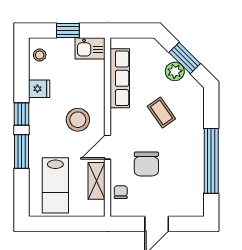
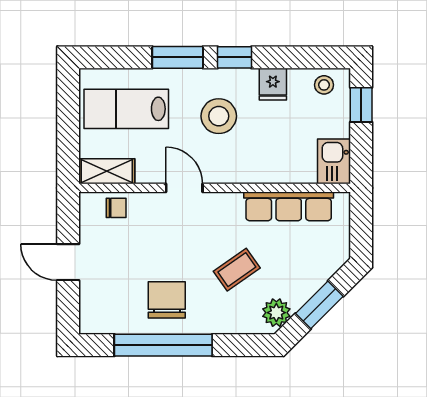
window: (68, 30) -> (361, 105), moved
plant: (175, 71) -> (276, 313), moved
stool: (78, 120) -> (219, 116), moved
chair: (146, 164) -> (167, 300), moved, turned 90
shelving: (97, 181) -> (107, 171), moved

